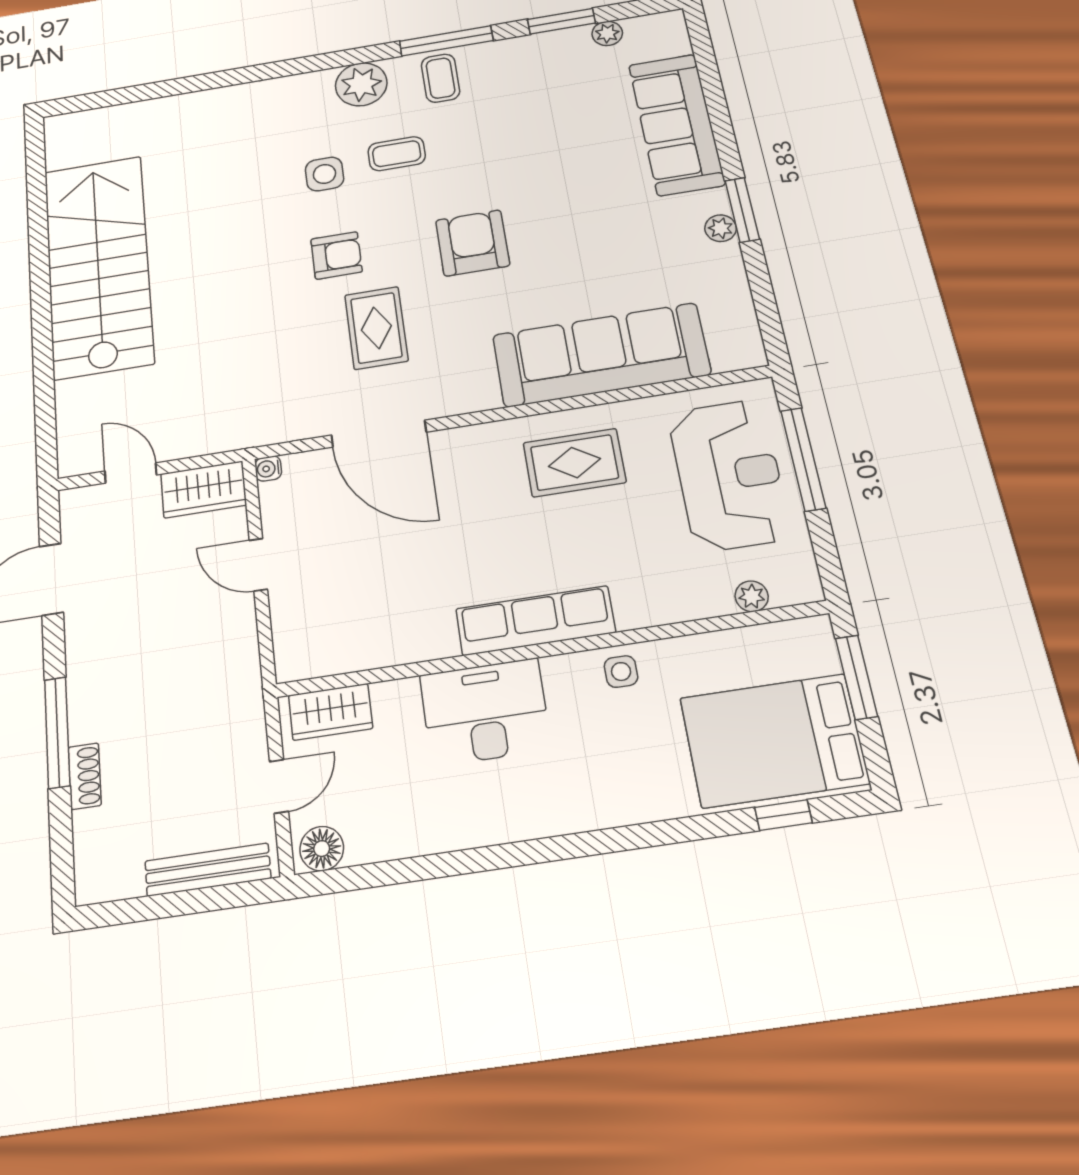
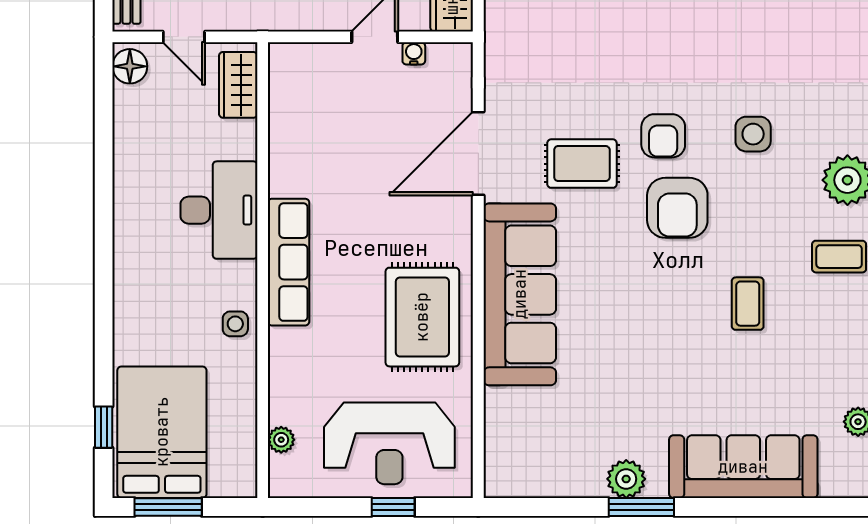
coffee table: (397, 154) -> (748, 304), moved
plant: (721, 228) -> (626, 479), width x1.38, depth x1.38
armchair: (473, 243) -> (677, 208), moved, turned 90
sofa: (601, 355) -> (520, 294), moved
window: (803, 459) -> (393, 507), width x0.46
rug: (574, 463) -> (422, 317), width x1.36, depth x1.43
water cooler: (268, 469) -> (414, 53), moved
window: (856, 677) -> (168, 507), moved

